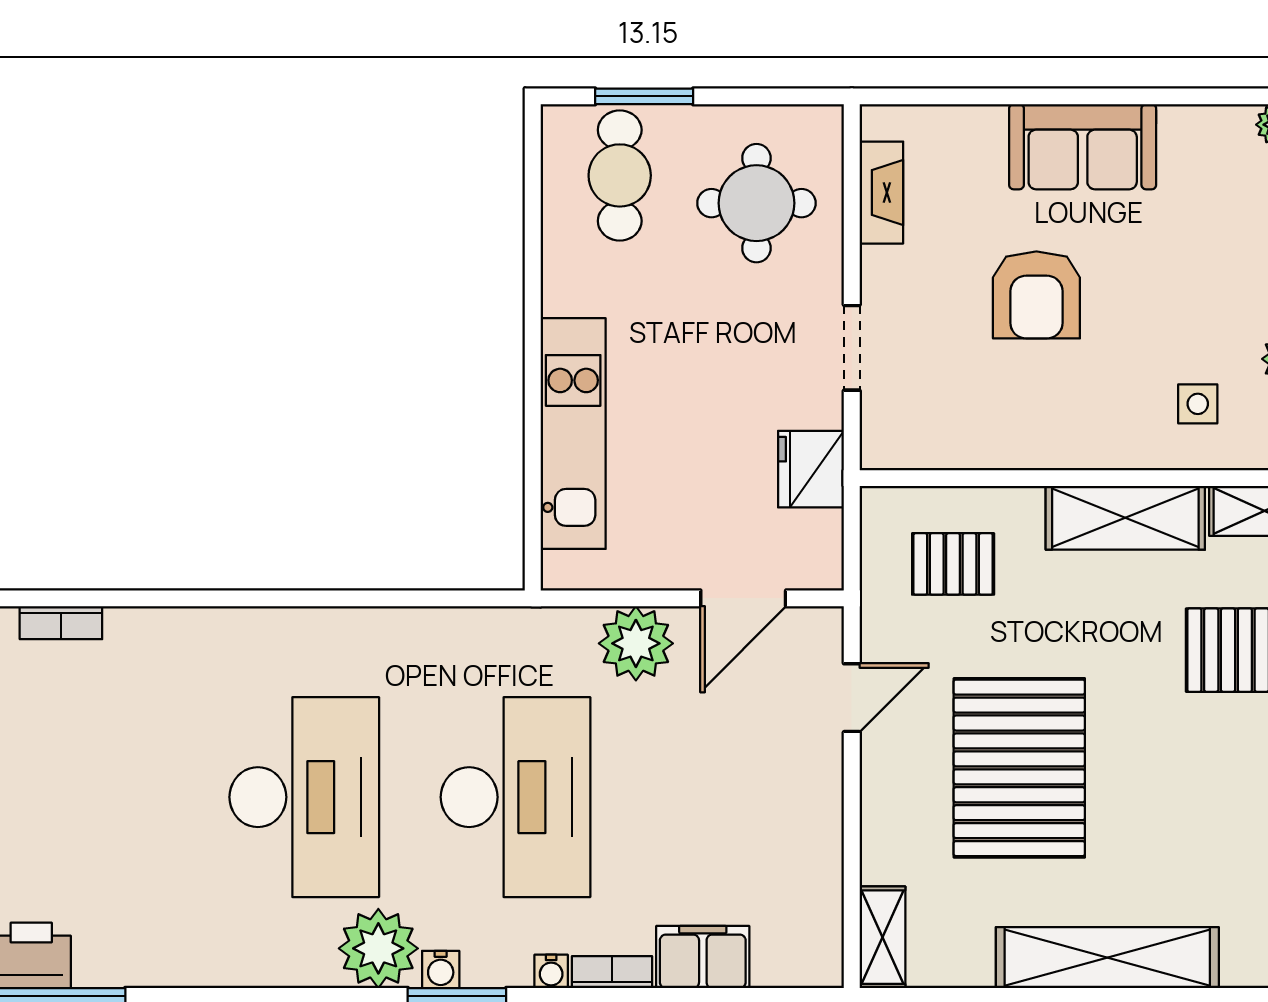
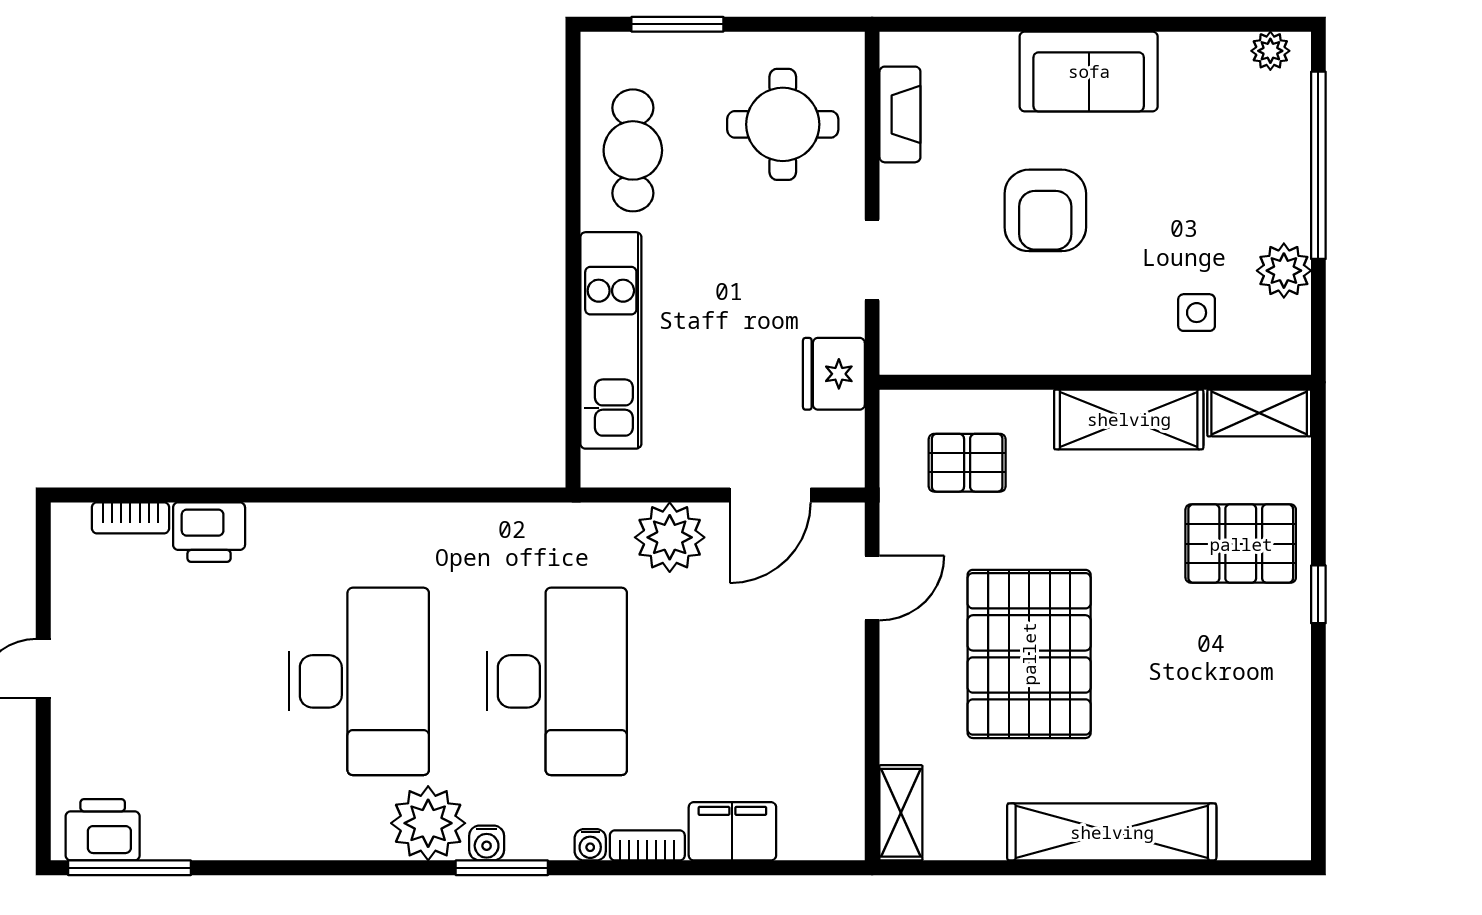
cafe table: (620, 175) -> (633, 150), moved
printer: (145, 638) -> (209, 532), added

